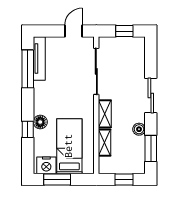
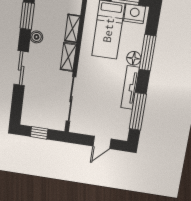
door: (73, 31) -> (102, 142), moved
tv unit: (39, 59) -> (130, 88), moved
window: (28, 129) -> (148, 53), width x2.17

